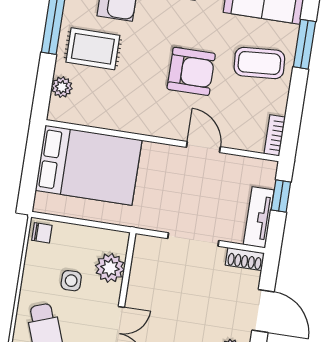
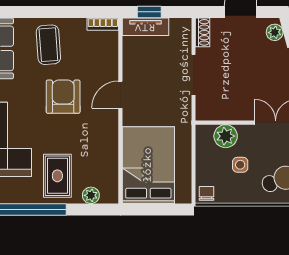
window: (304, 44) -> (28, 12), removed
door: (203, 147) -> (120, 95), moved
tv unit: (259, 217) -> (145, 27), moved

